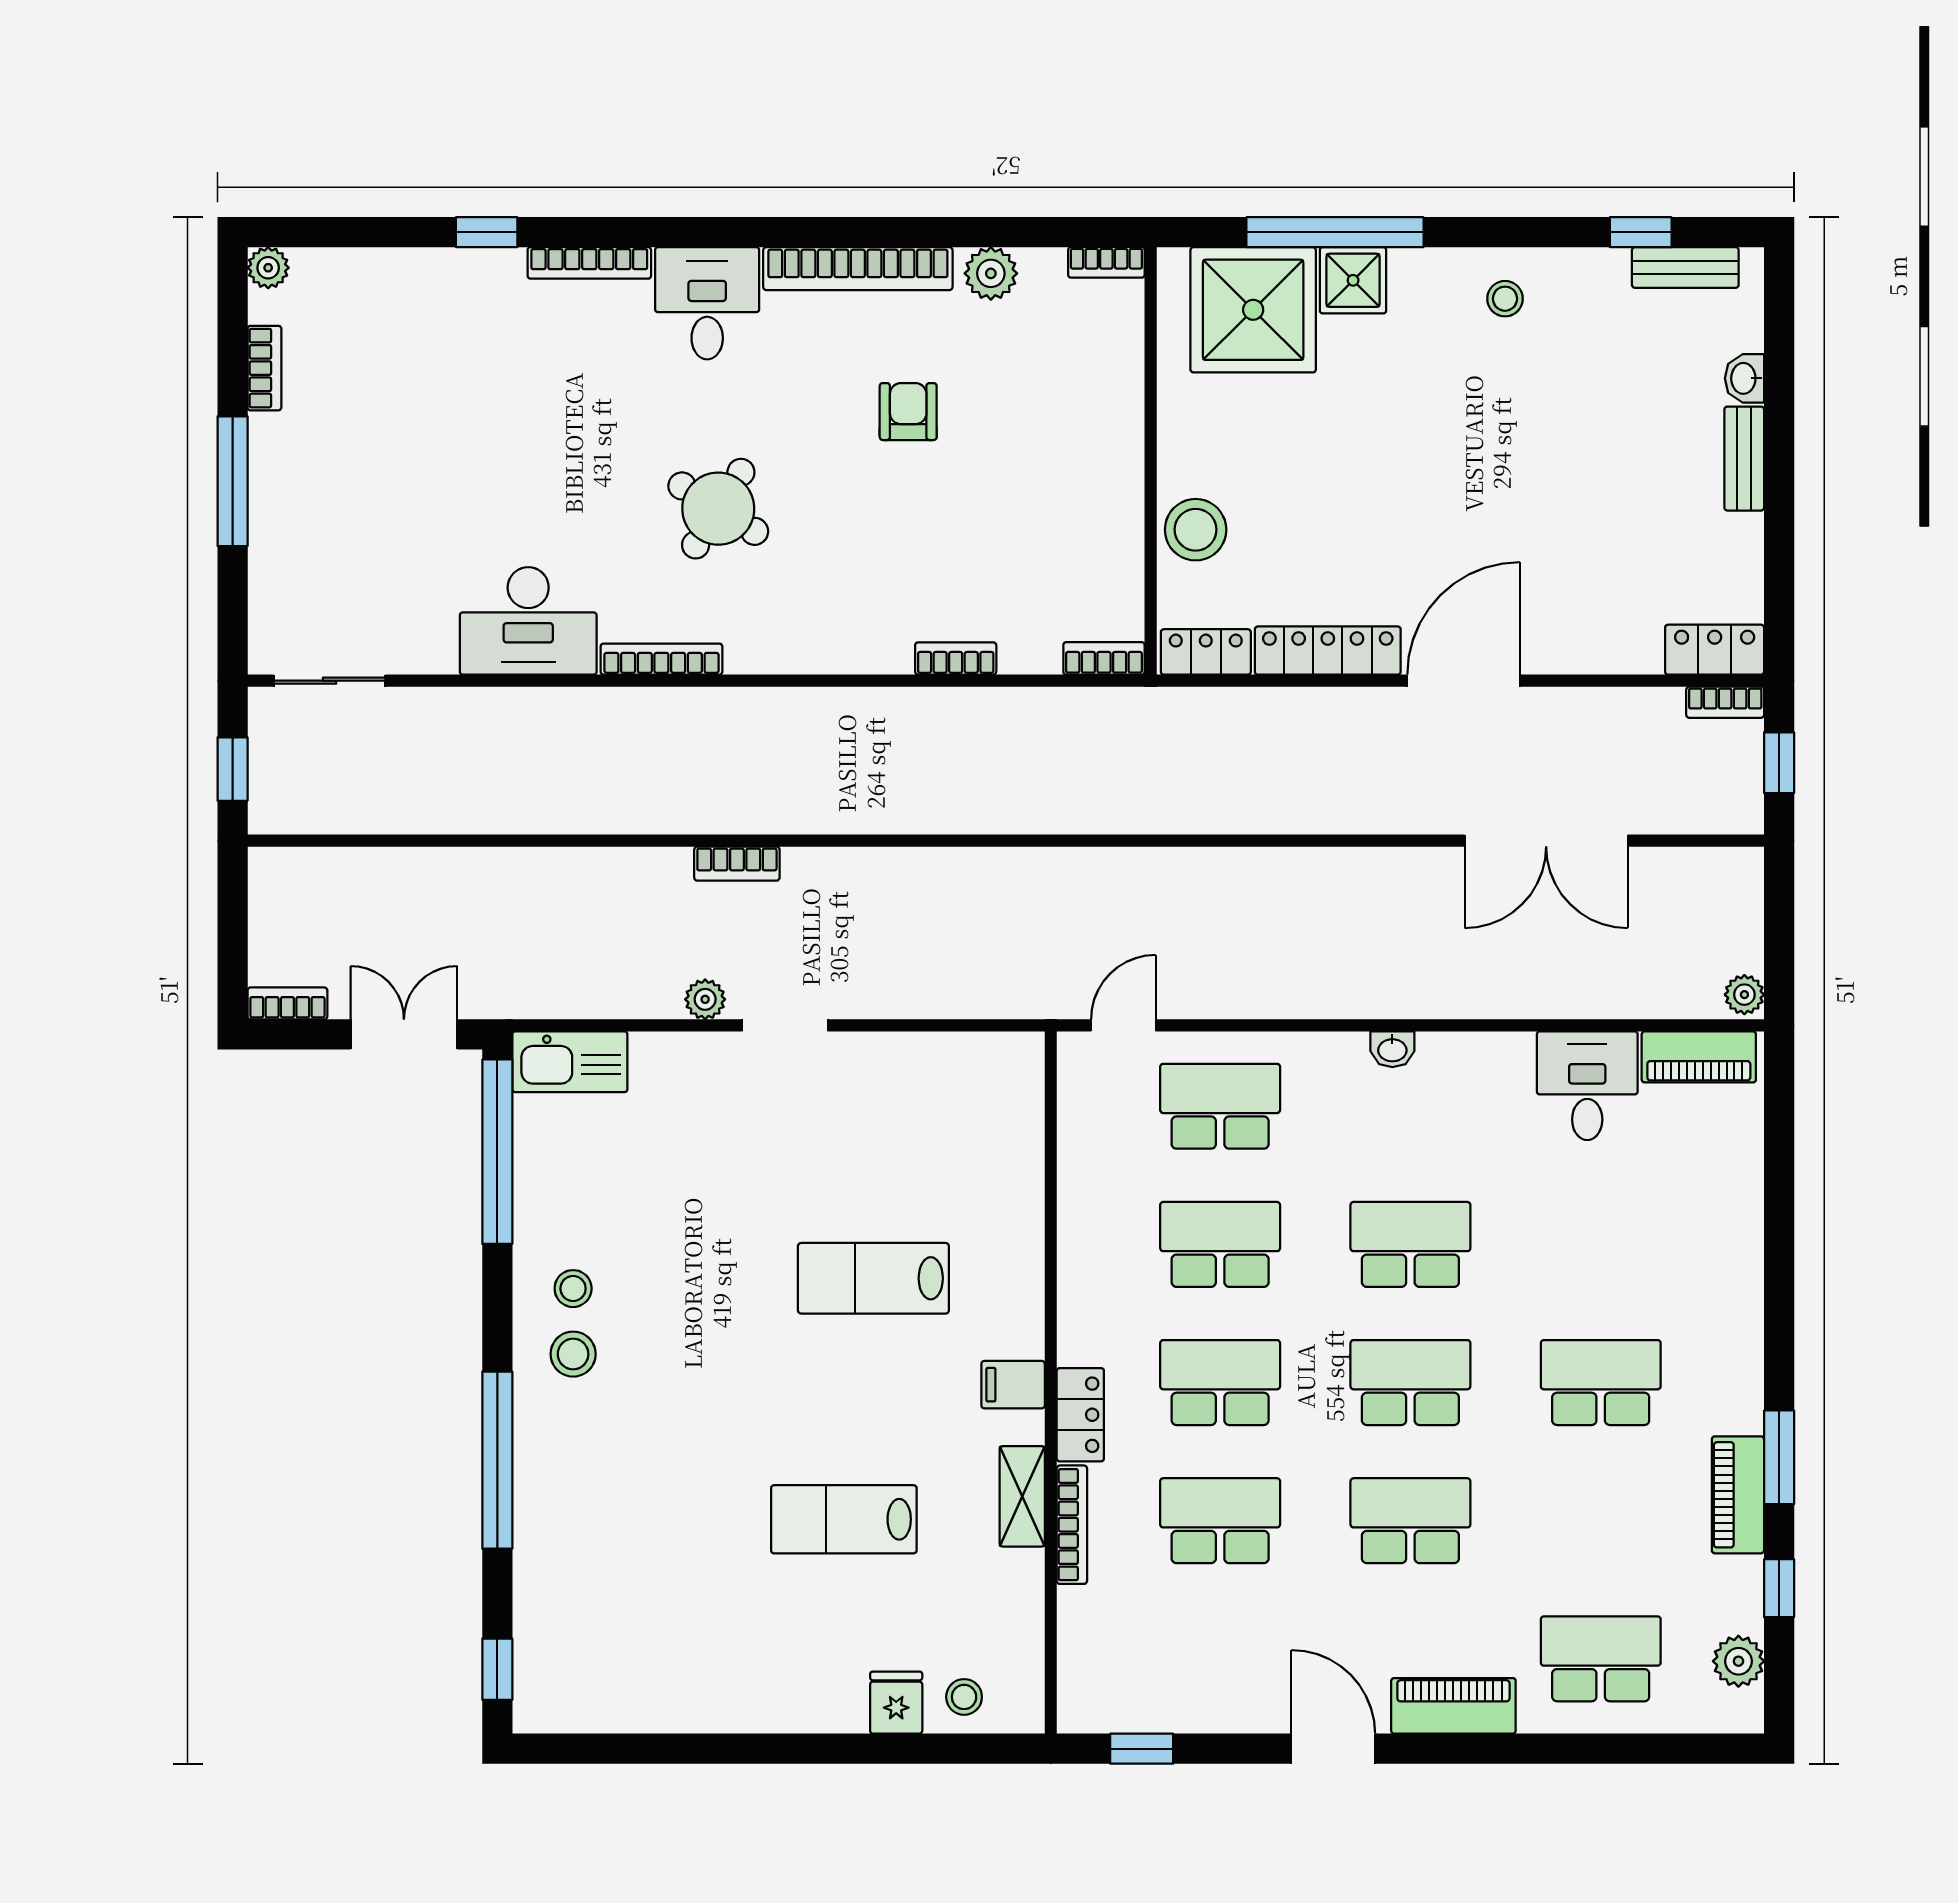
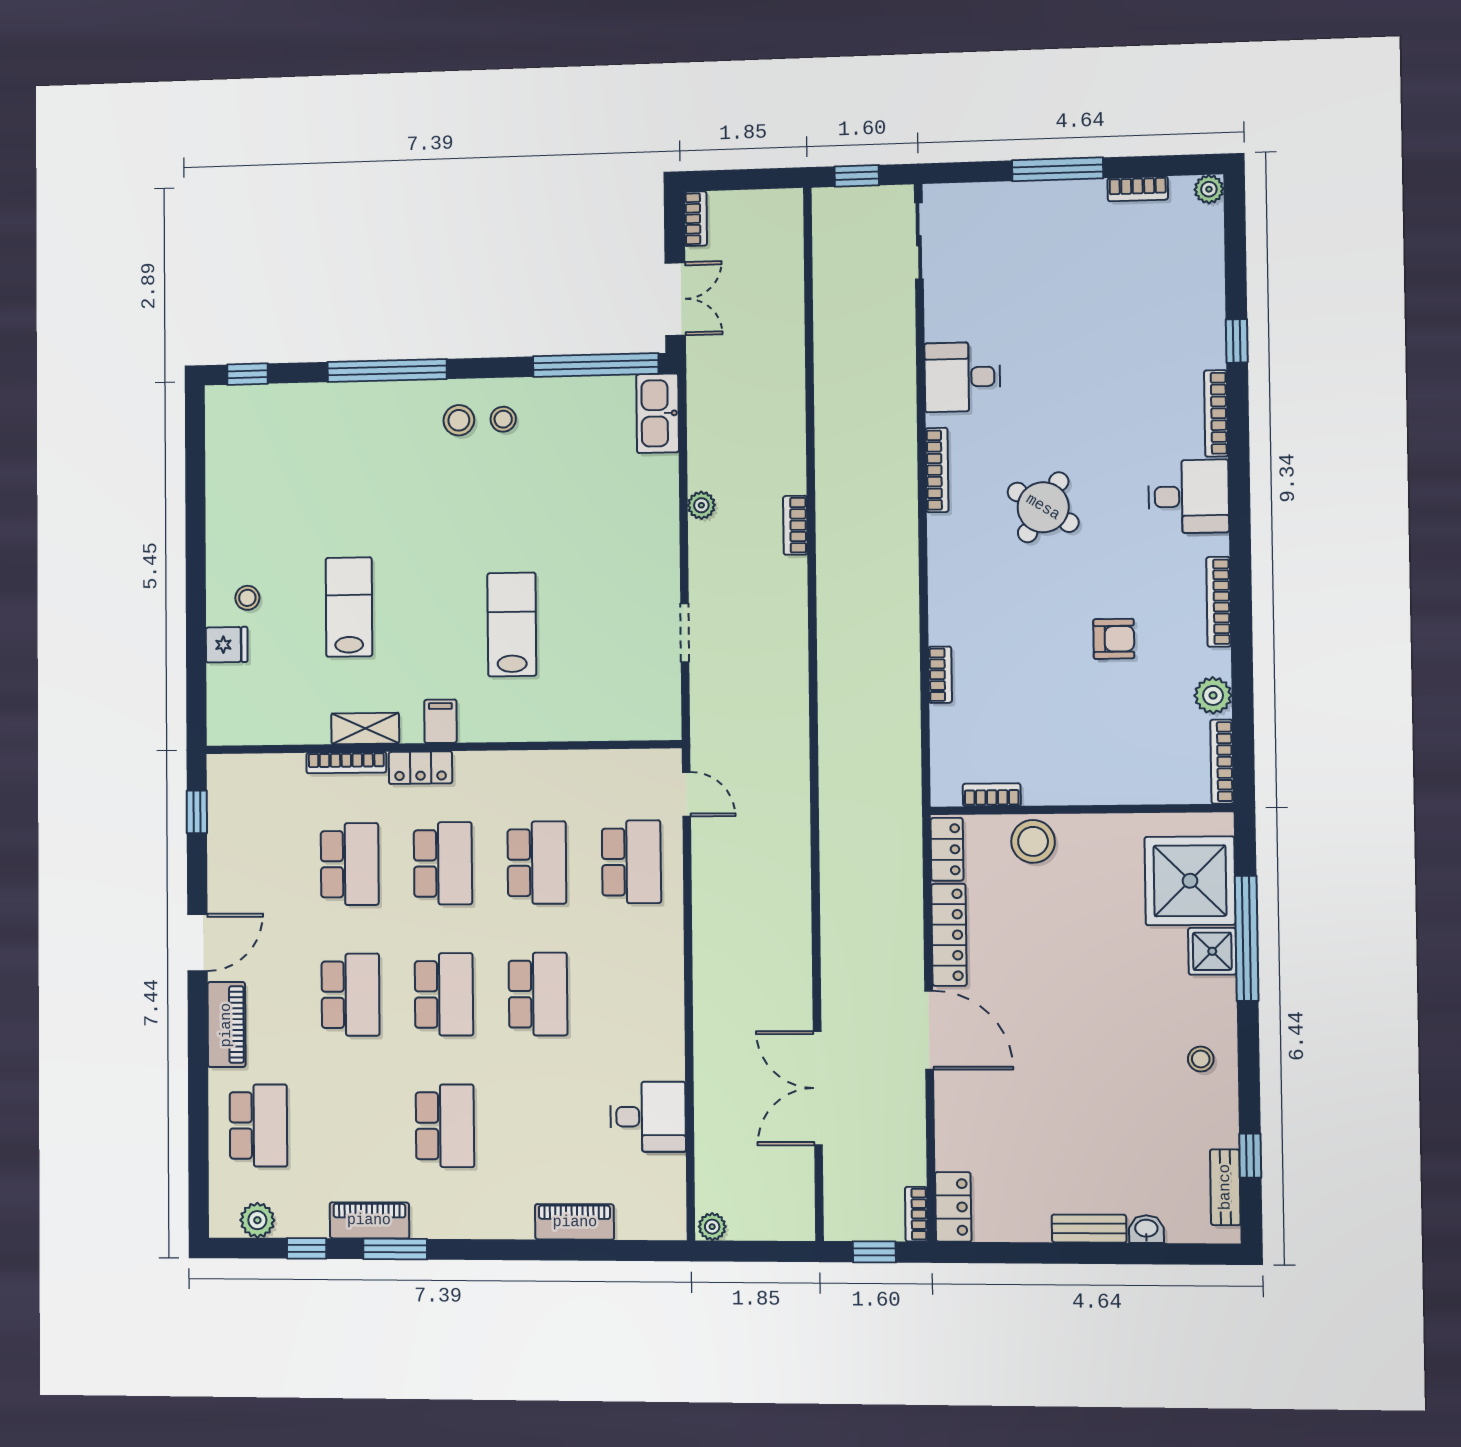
bookcase: (1106, 262) -> (1222, 762), width x1.56
bookcase: (858, 269) -> (1219, 602), width x0.68, depth x0.76
desk: (528, 621) -> (962, 377), width x0.73
bookcase: (1104, 658) -> (992, 795), moved, turned -90
doorway: (785, 1025) -> (685, 633), moved
washbasin: (1392, 1049) -> (672, 981), removed
piano: (1699, 1057) -> (575, 1222), moved, turned 90
stool: (964, 1697) -> (247, 598), moved

